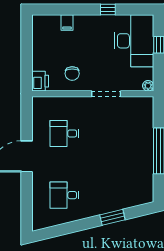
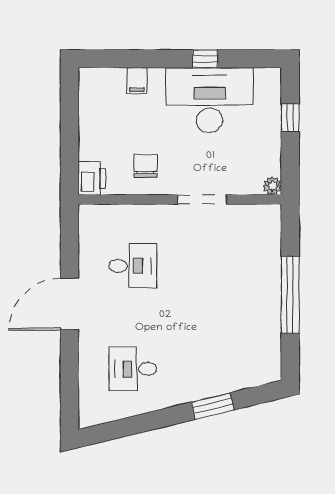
desk: (134, 41) -> (209, 100), moved, turned -90
chair: (72, 74) -> (146, 166), turned 180
desk: (64, 133) -> (133, 266), turned 180

